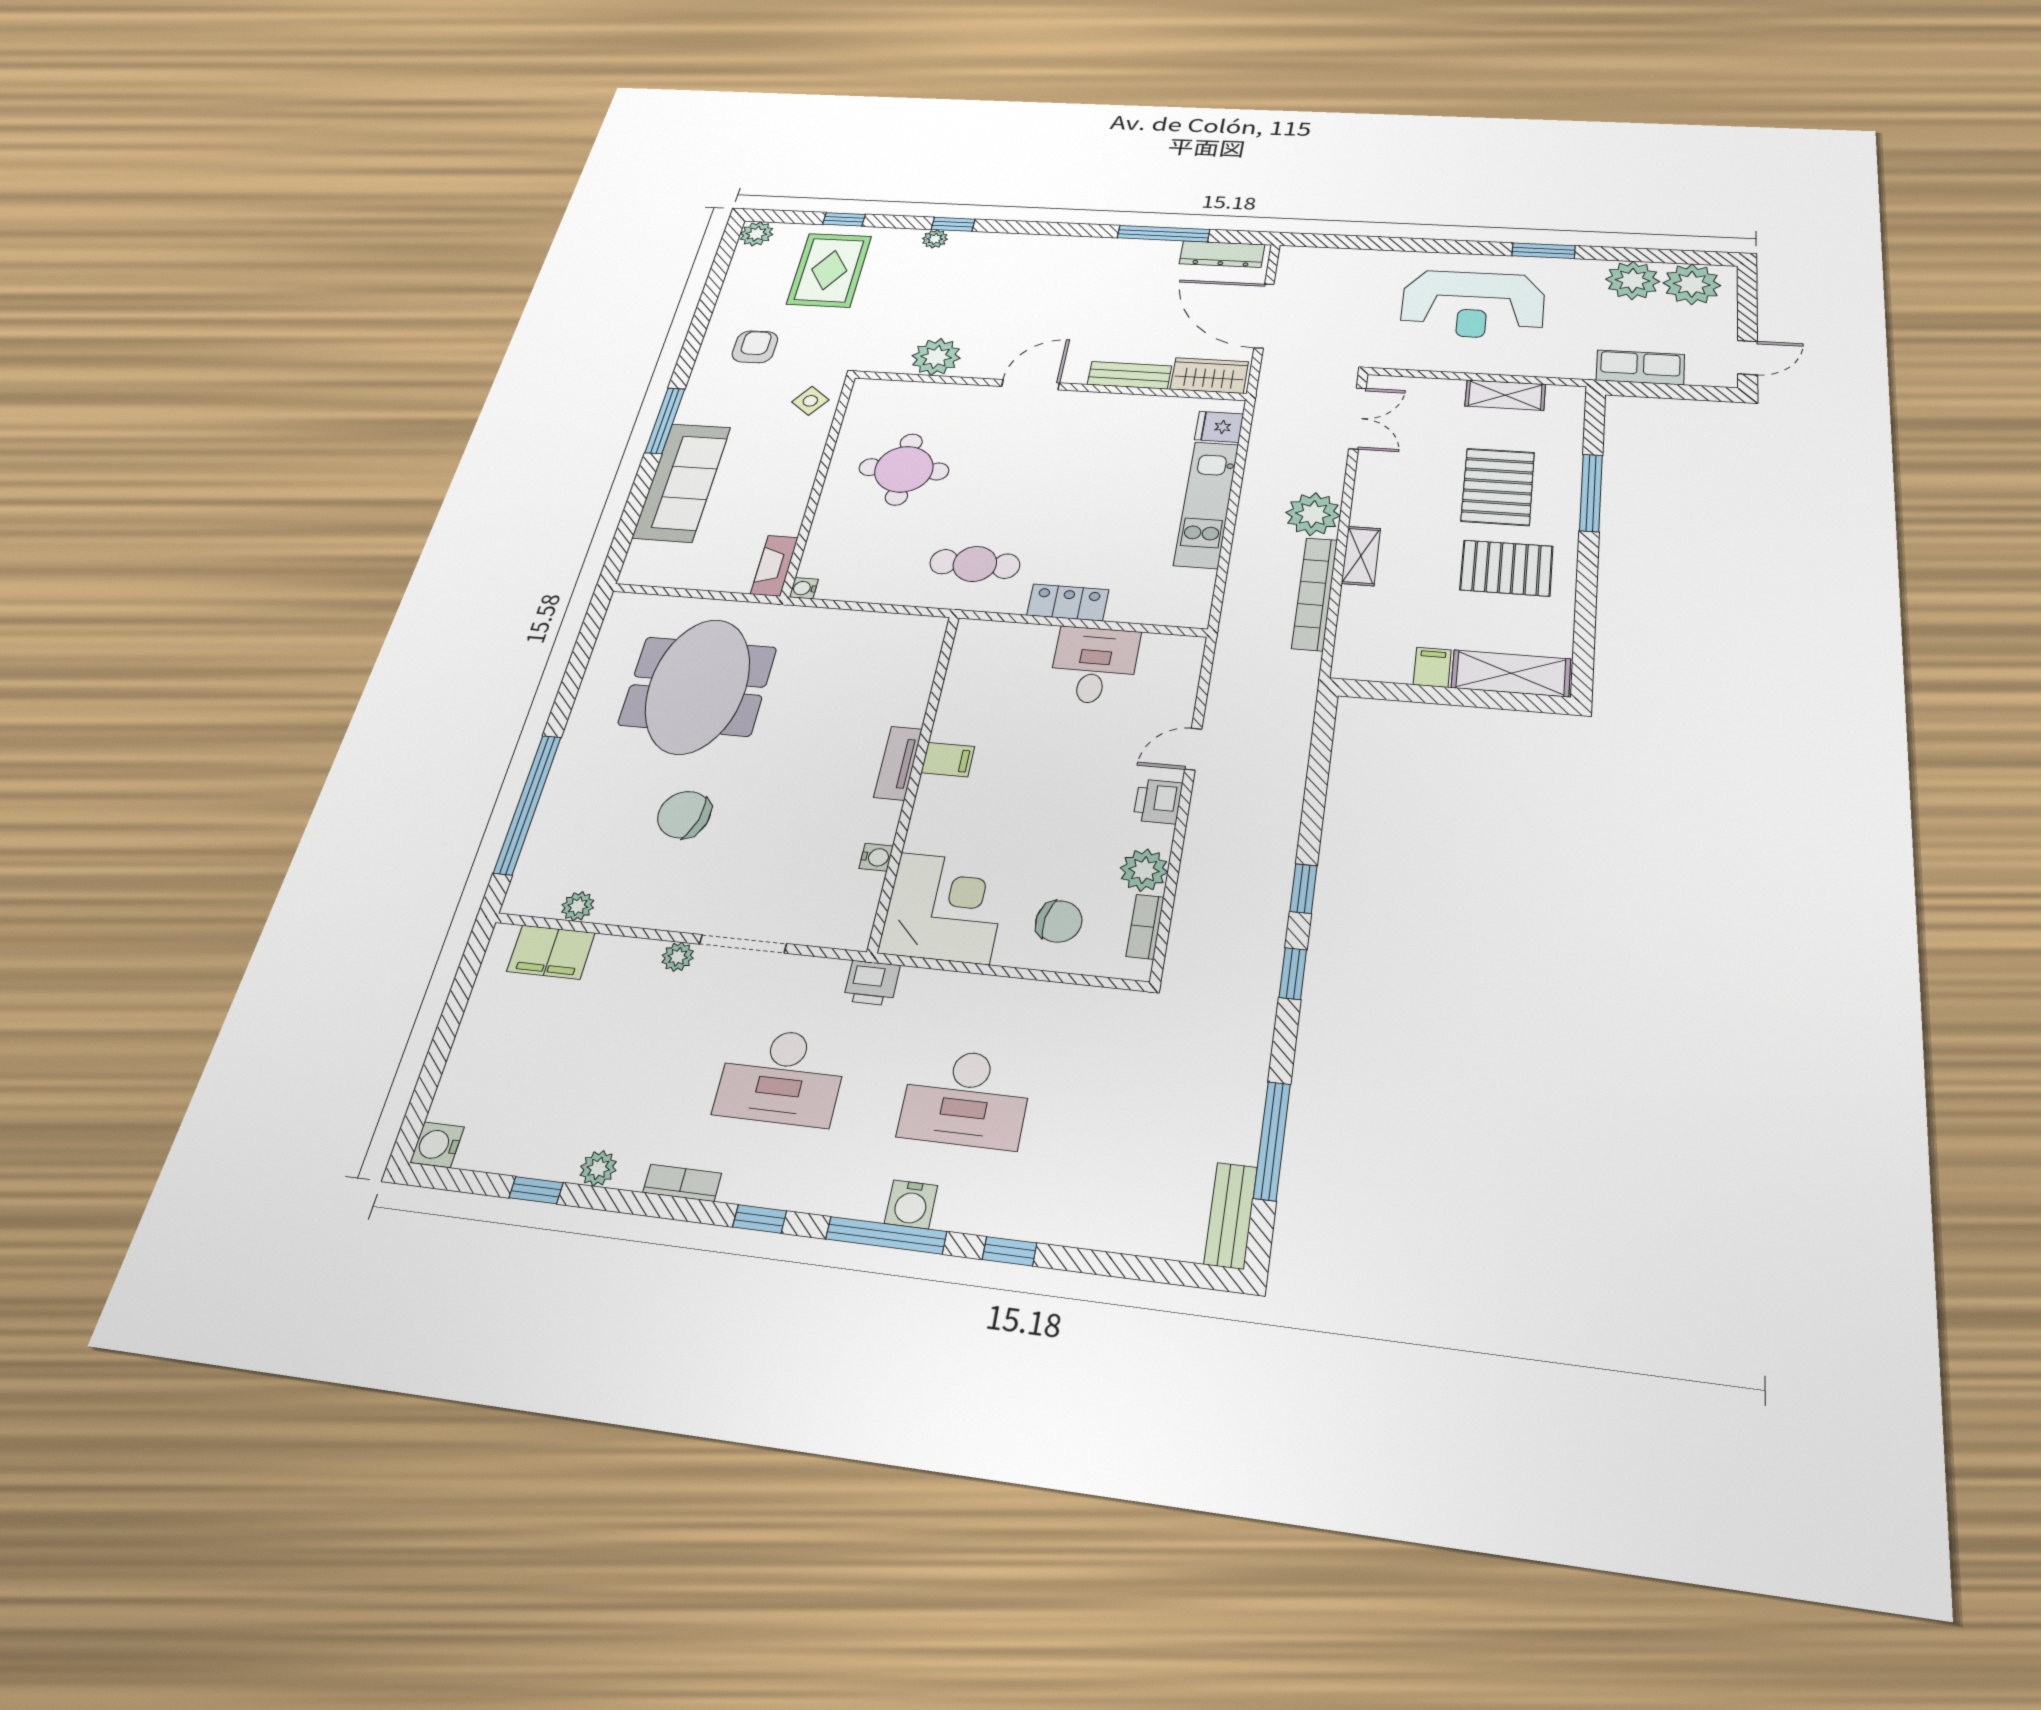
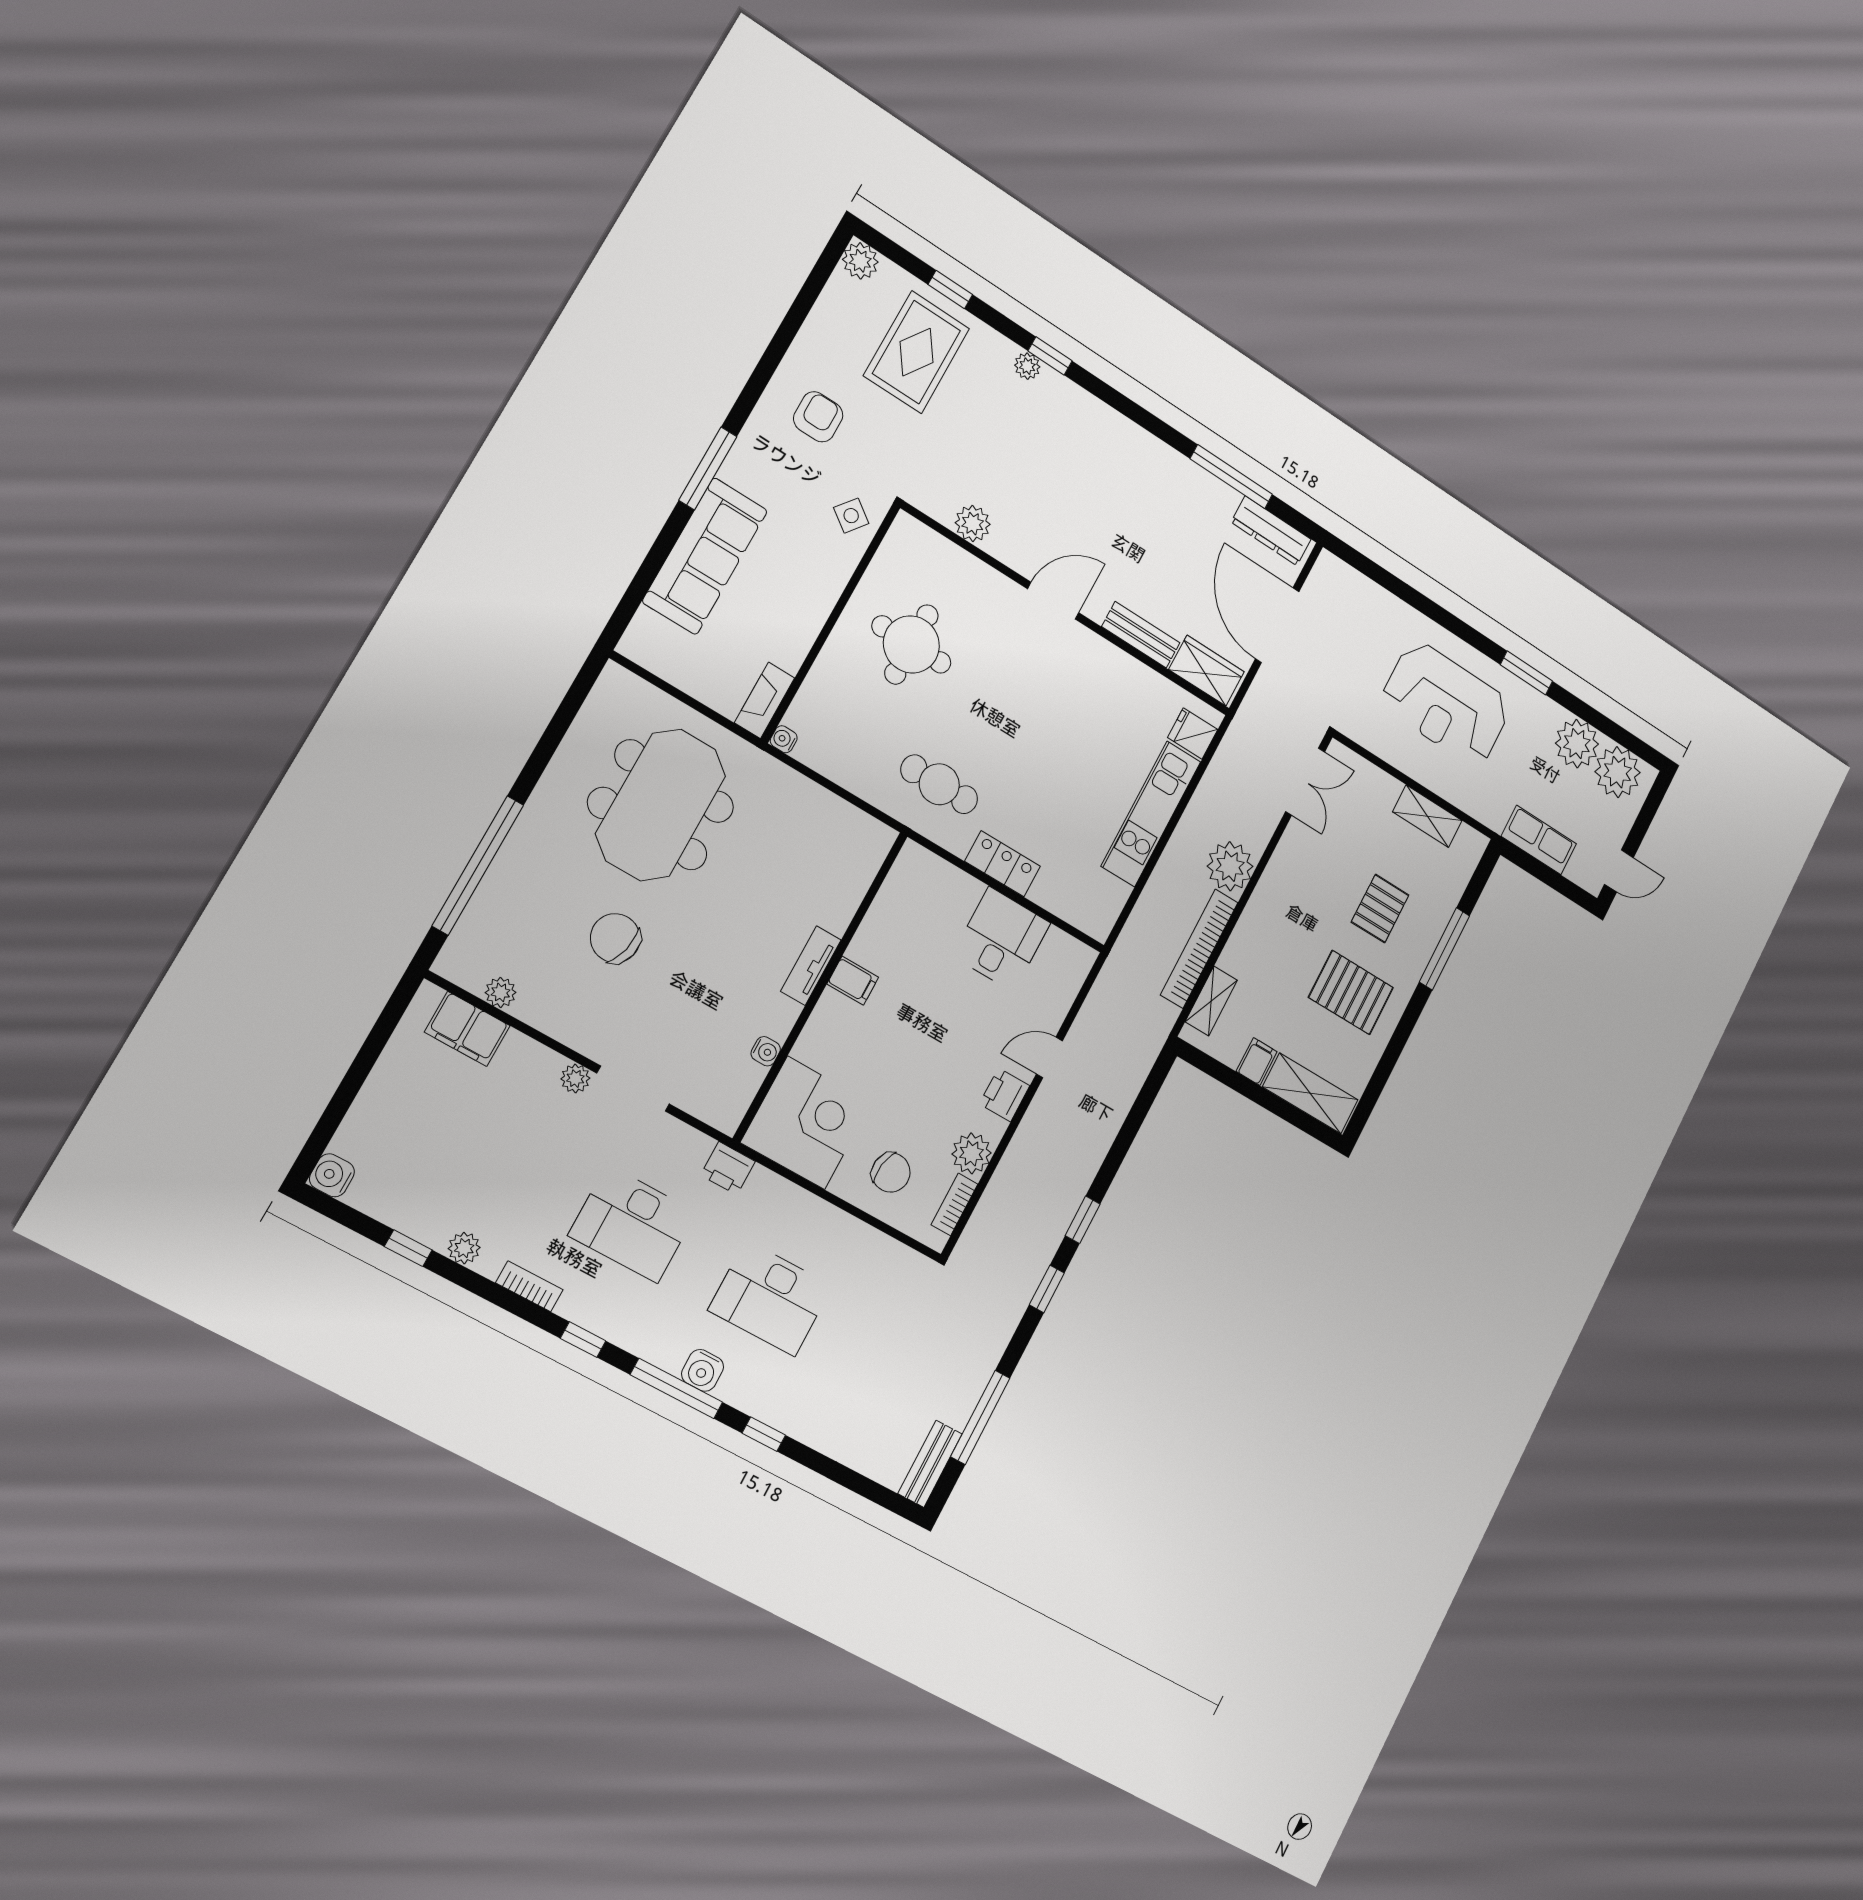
plant: (936, 357) -> (973, 524), width x0.73, depth x0.73
pallet: (1498, 487) -> (1380, 909), width x0.67, depth x0.71
shelving: (1361, 556) -> (1211, 1001), moved

